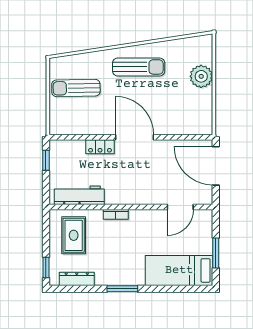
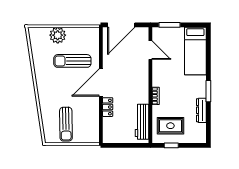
sun lounger: (139, 67) -> (72, 61), moved, turned -90
window: (46, 160) -> (117, 145), removed
window: (216, 253) -> (169, 25), moved
window: (46, 268) -> (171, 145), moved
dresser: (77, 279) -> (201, 110), moved

